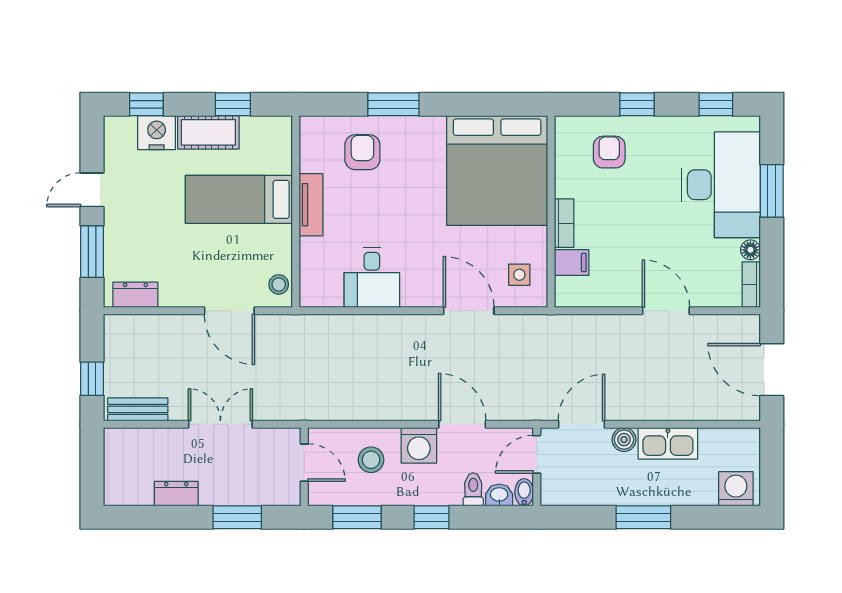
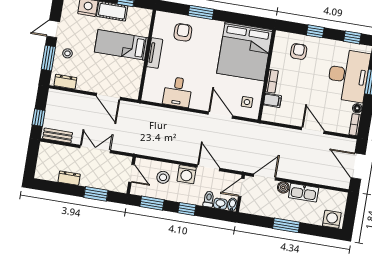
stool: (279, 284) -> (67, 53), moved

